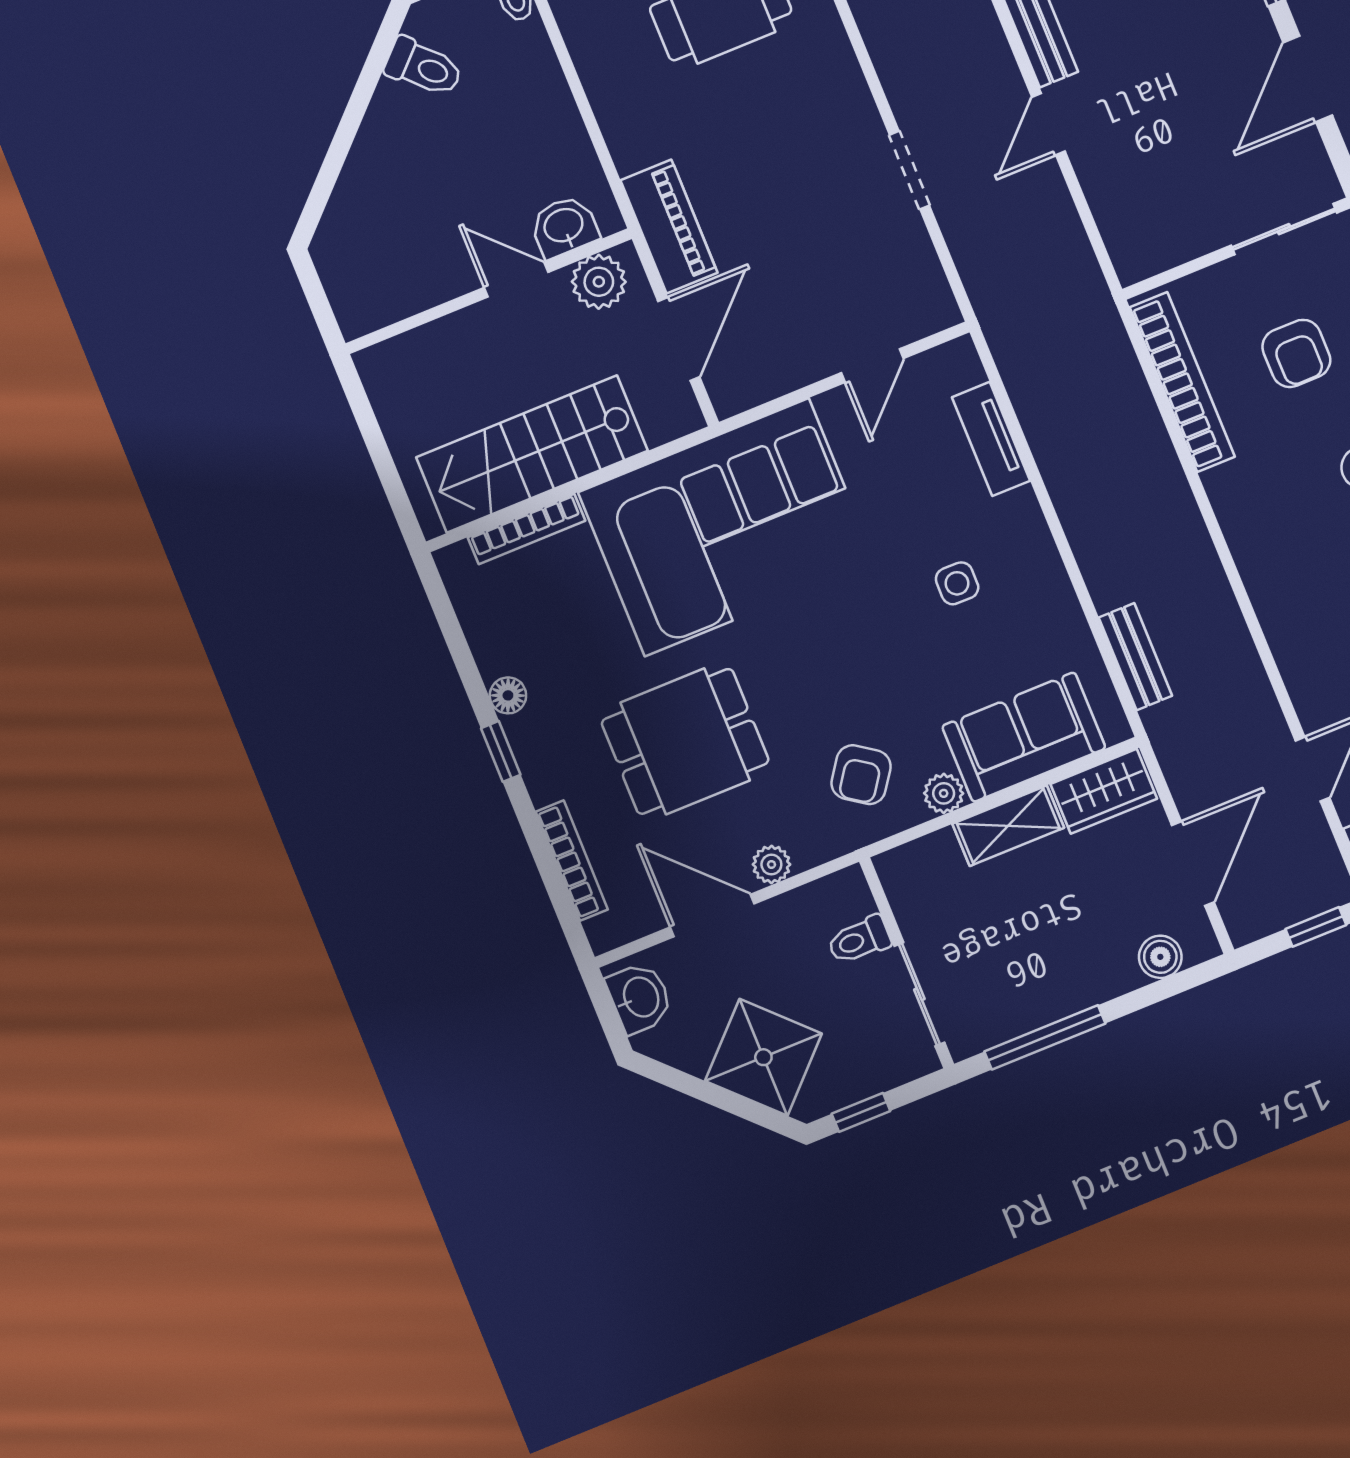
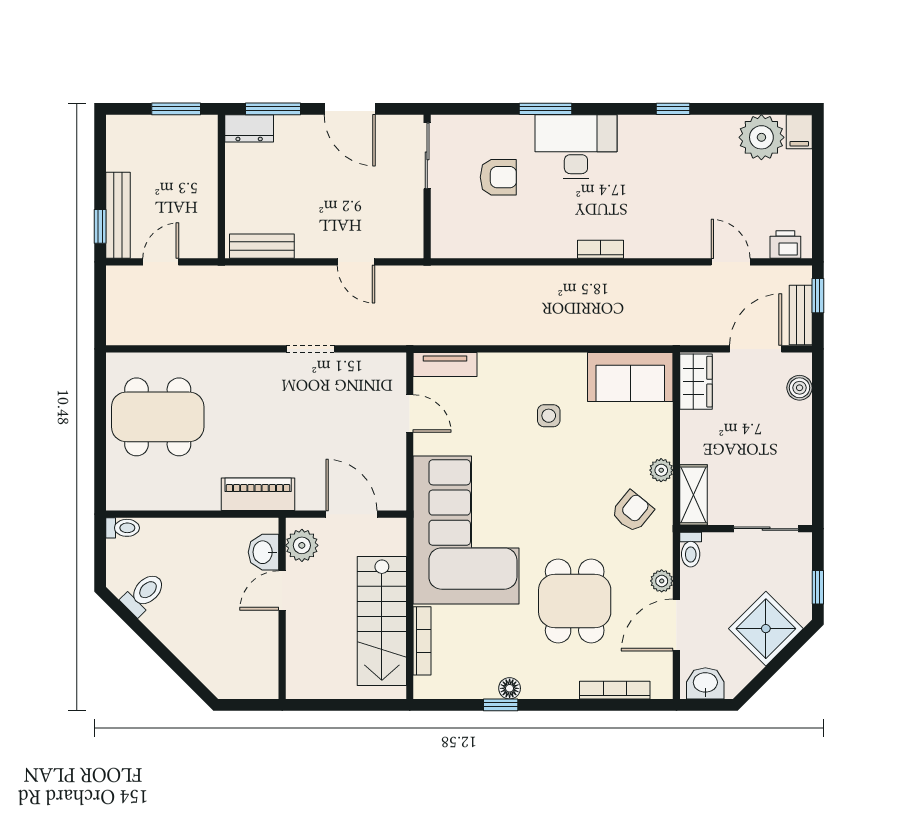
door: (1048, 124) -> (356, 262), moved
piano: (669, 226) -> (258, 494), moved
bookcase: (1182, 382) -> (600, 249), moved, width x0.43, depth x0.76
tv unit: (991, 439) -> (445, 365), moved
bench: (1135, 657) -> (801, 315), moved, turned 90
sofa: (1024, 737) -> (630, 377), moved, turned -90
window: (501, 751) -> (501, 705), moved
armchair: (861, 775) -> (632, 511), turned -86
shelving: (1008, 826) -> (694, 495), moved
door: (1193, 864) -> (756, 349), hinge flipped
toilet: (859, 940) -> (691, 550), moved
window: (1045, 1037) -> (818, 469), removed

